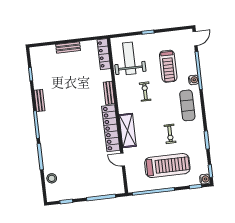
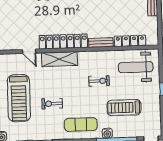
locker: (104, 54) -> (130, 41), moved
weight bench: (129, 58) -> (136, 67), turned 180
door: (123, 160) -> (29, 51), swing flipped

